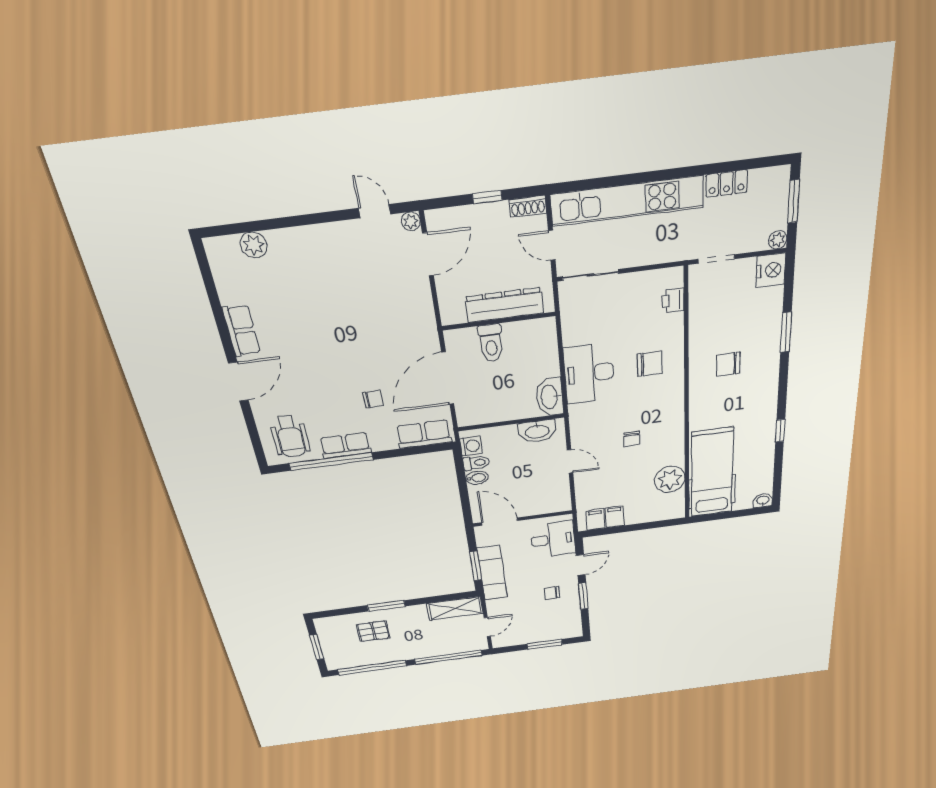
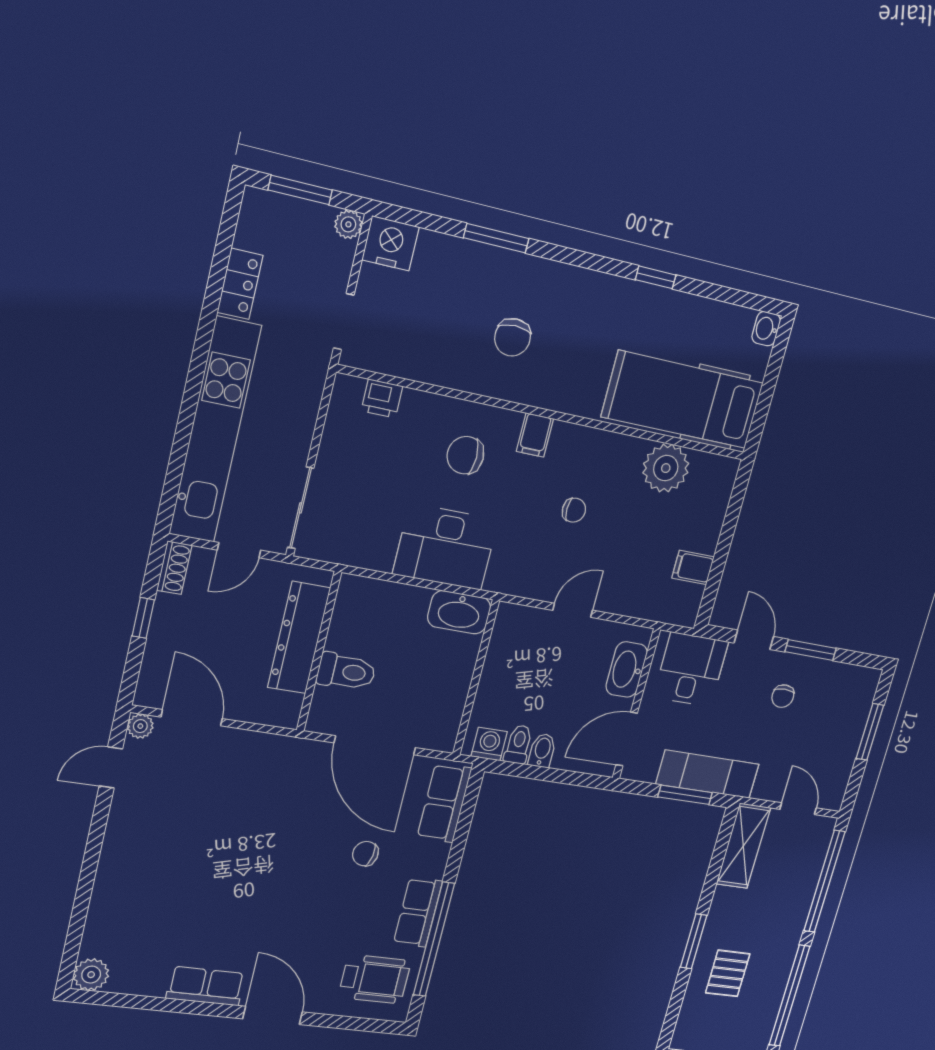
plant: (254, 245) -> (91, 975), moved
chair: (650, 364) -> (465, 455), turned -90
chair: (373, 399) -> (365, 854), turned -78
washbasin: (537, 431) -> (627, 669), moved, turned 180
filing cabinet: (595, 519) -> (535, 435), moved, turned -90

